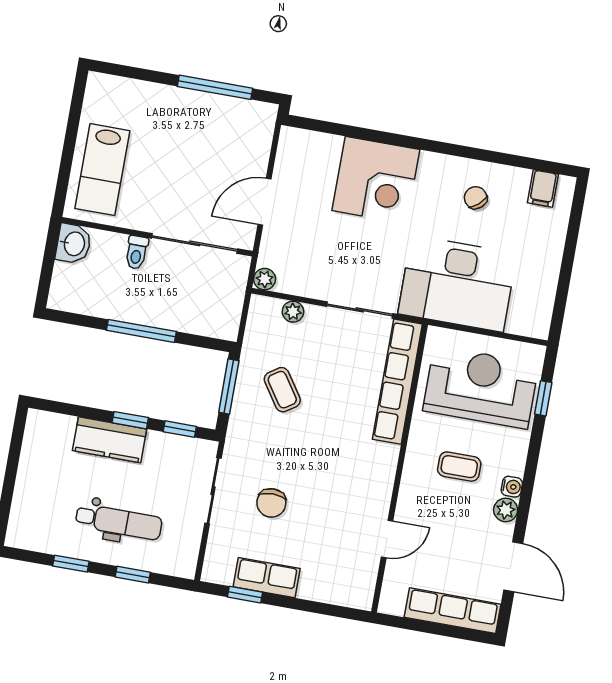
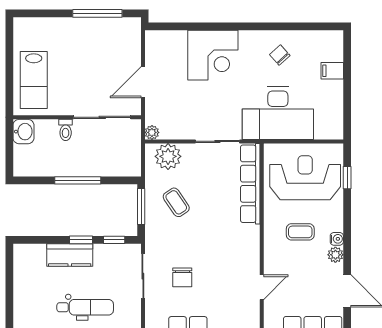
filing cabinet: (543, 189) -> (332, 71), moved, turned 90
plant: (293, 312) -> (168, 156), width x1.87, depth x1.87

